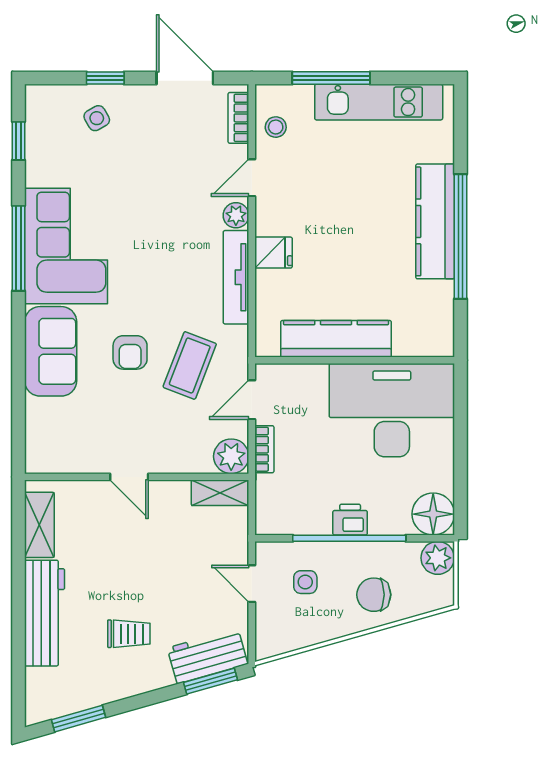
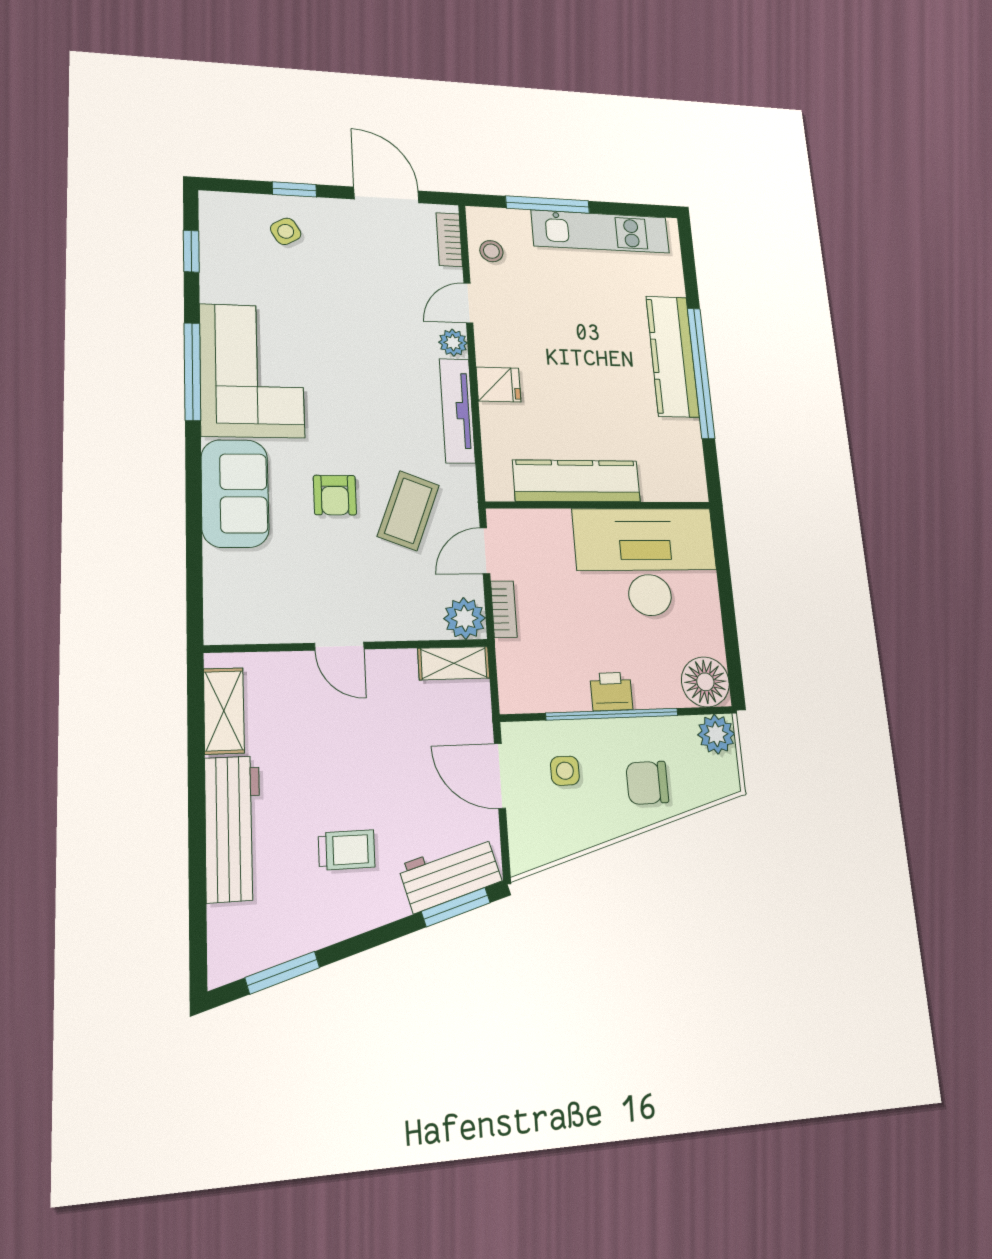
door: (252, 584) -> (500, 776), width x1.37

